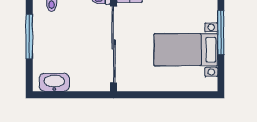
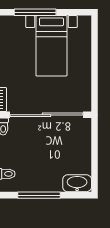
washbasin: (54, 82) -> (77, 183), moved, turned 90

